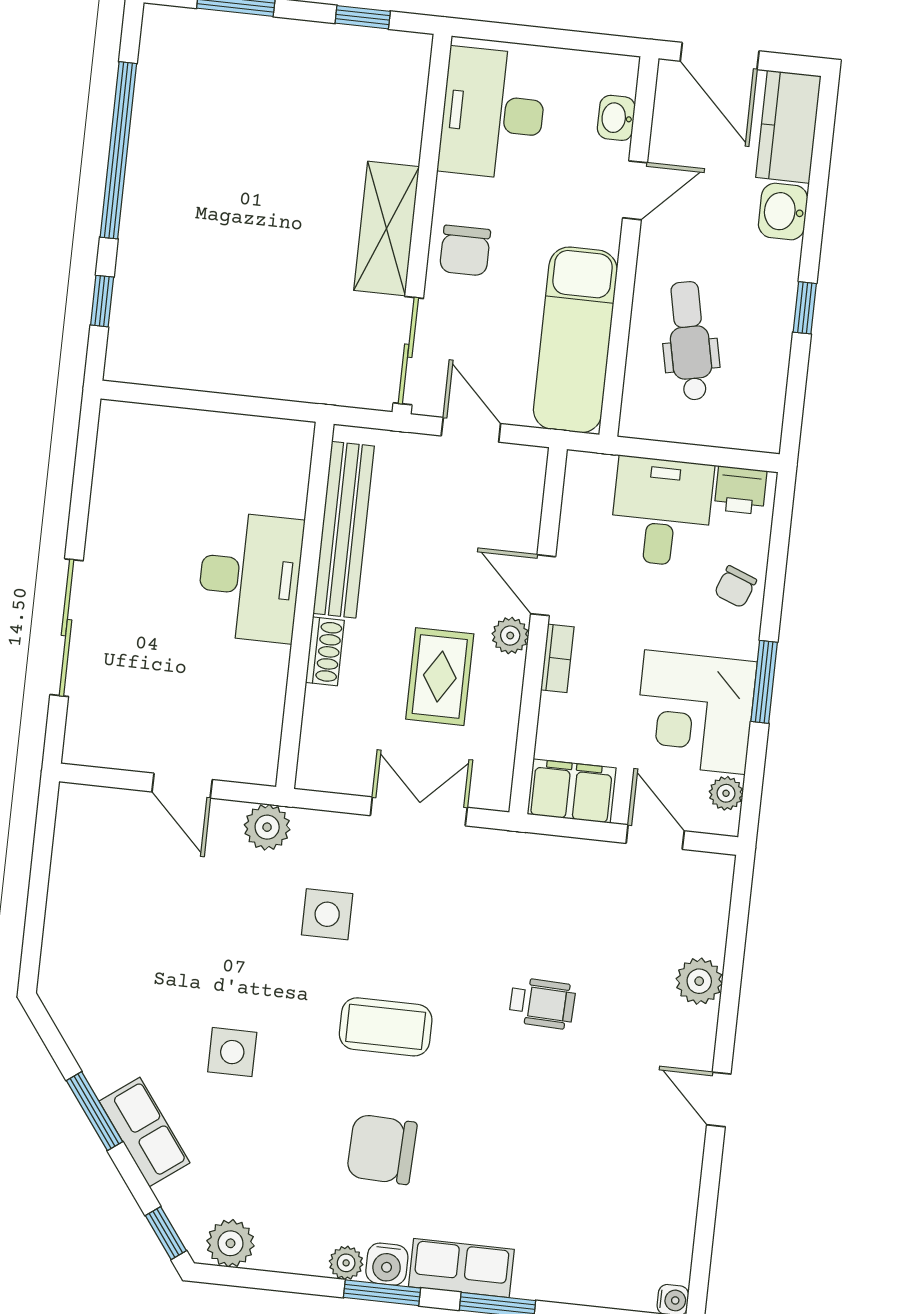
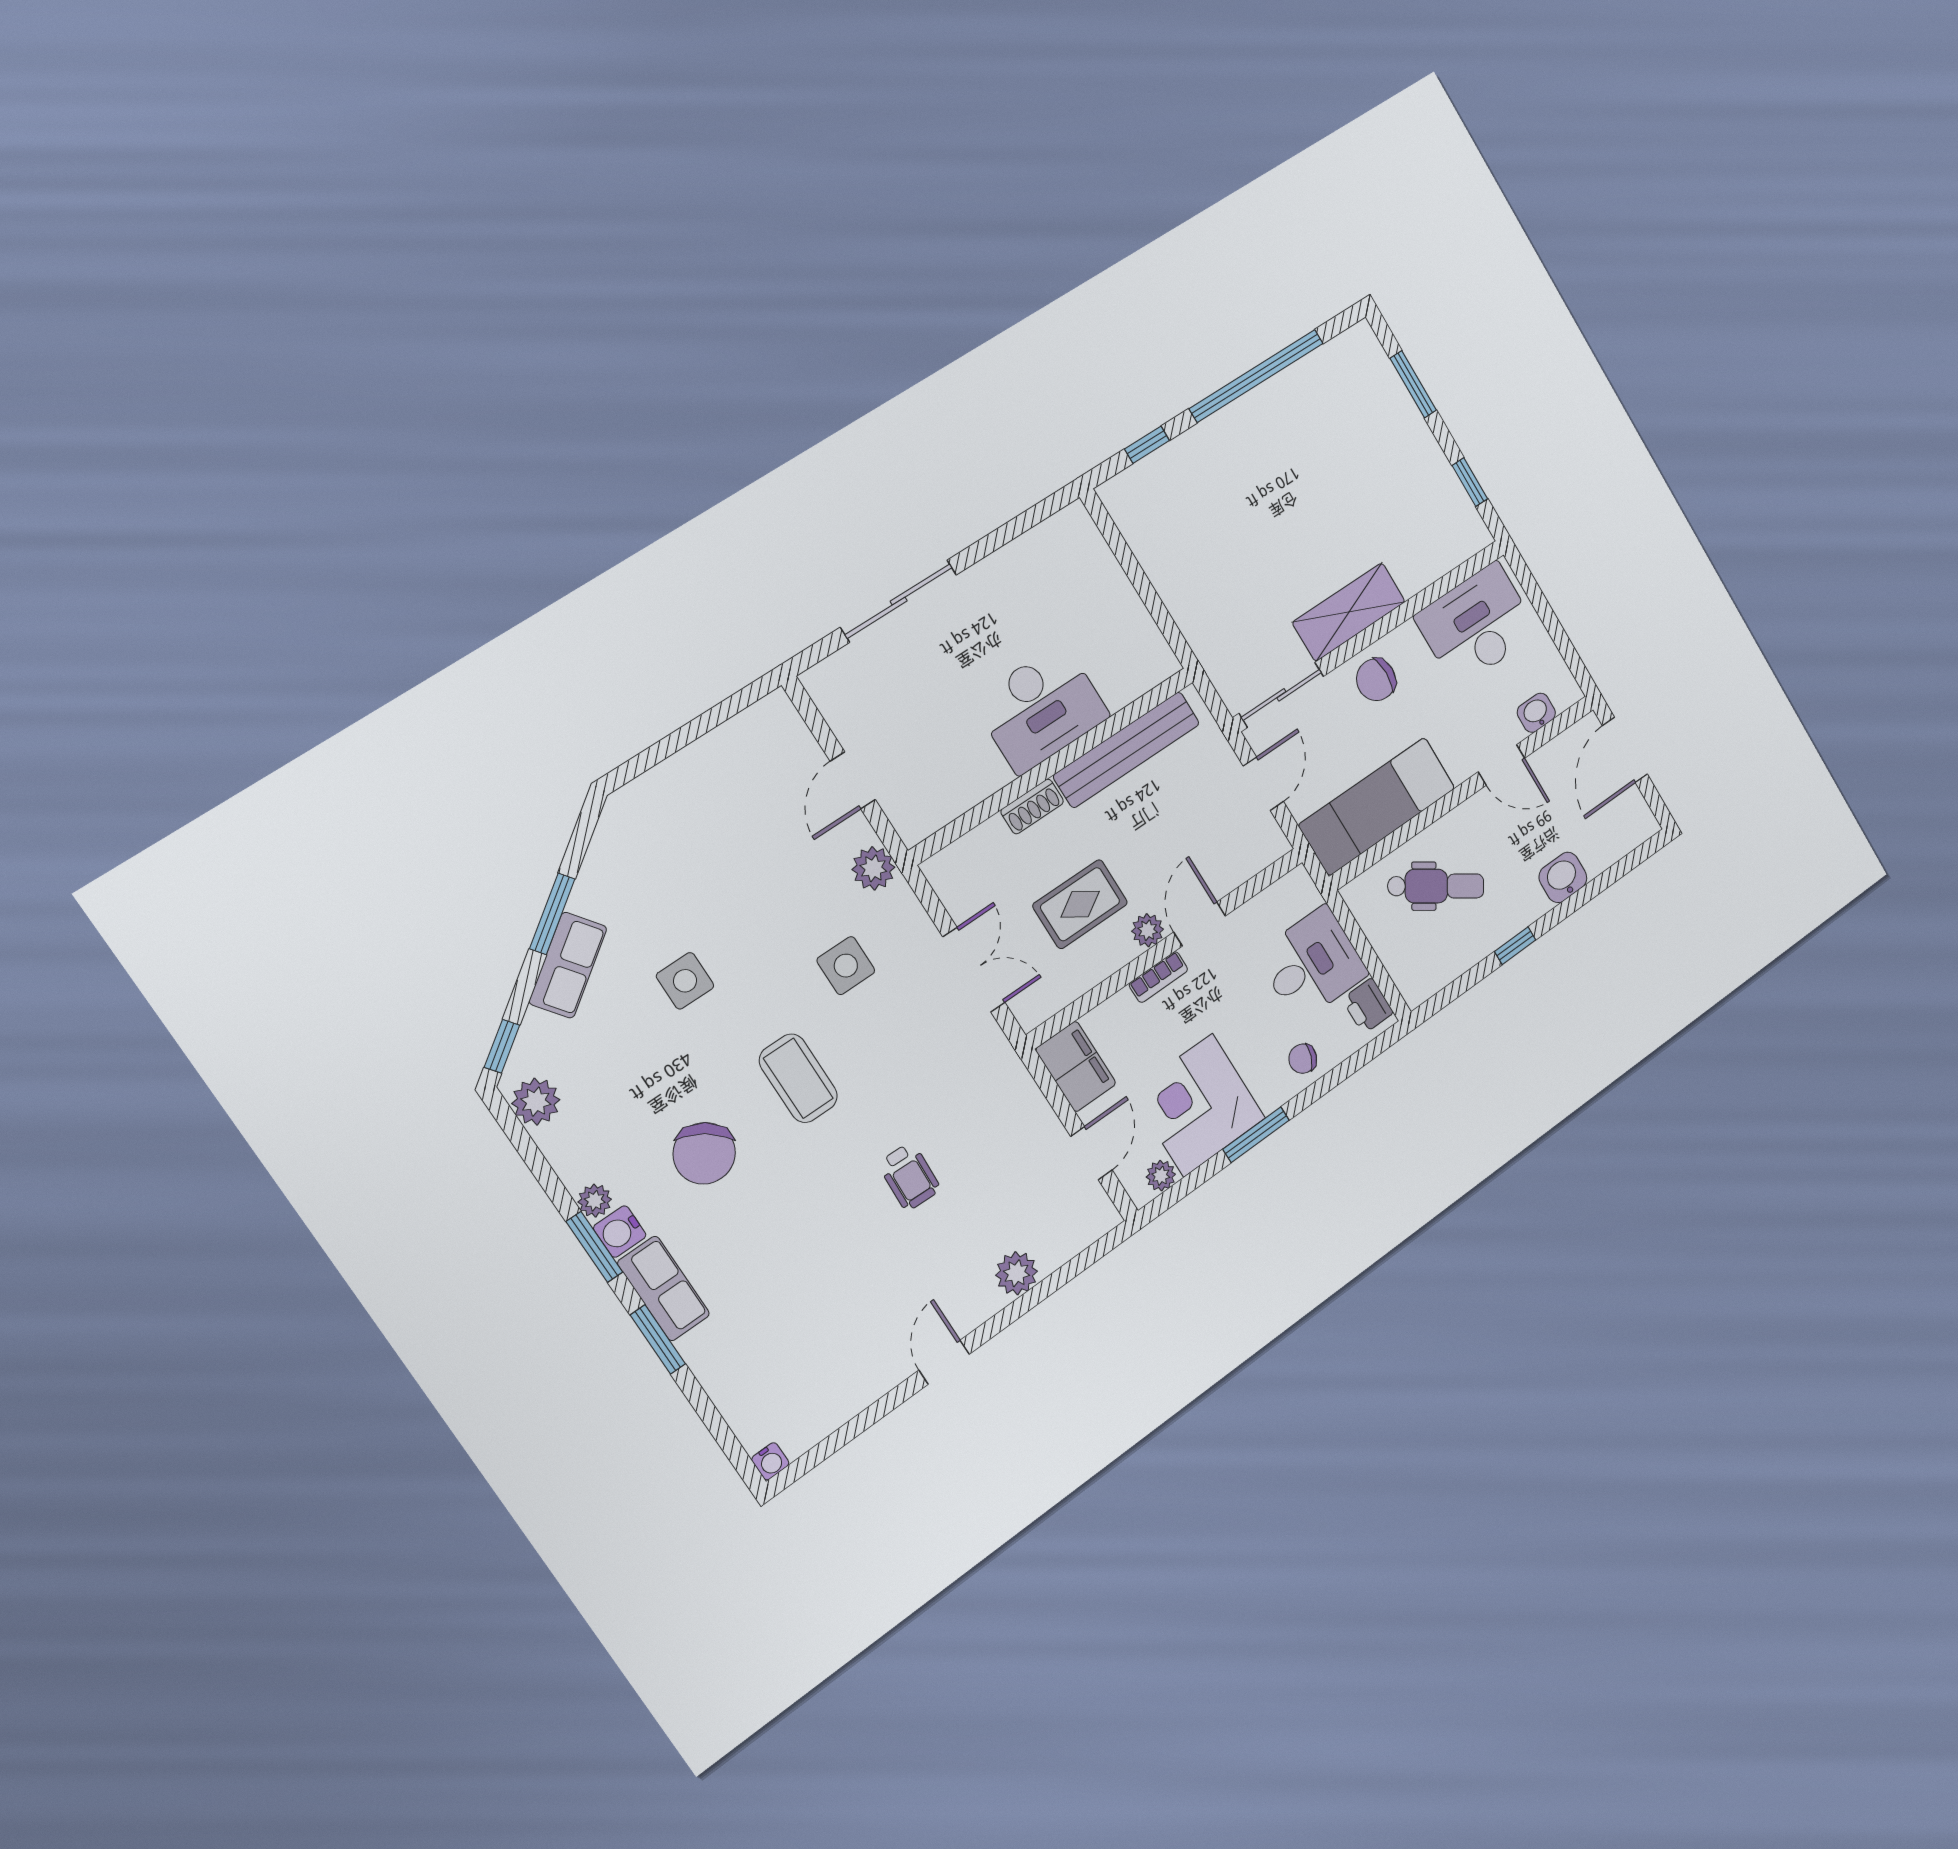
kitchen counter: (788, 127) -> (1617, 835), removed
dental chair: (690, 341) -> (1436, 886), turned 45
chair: (382, 1149) -> (704, 1153), turned -147

